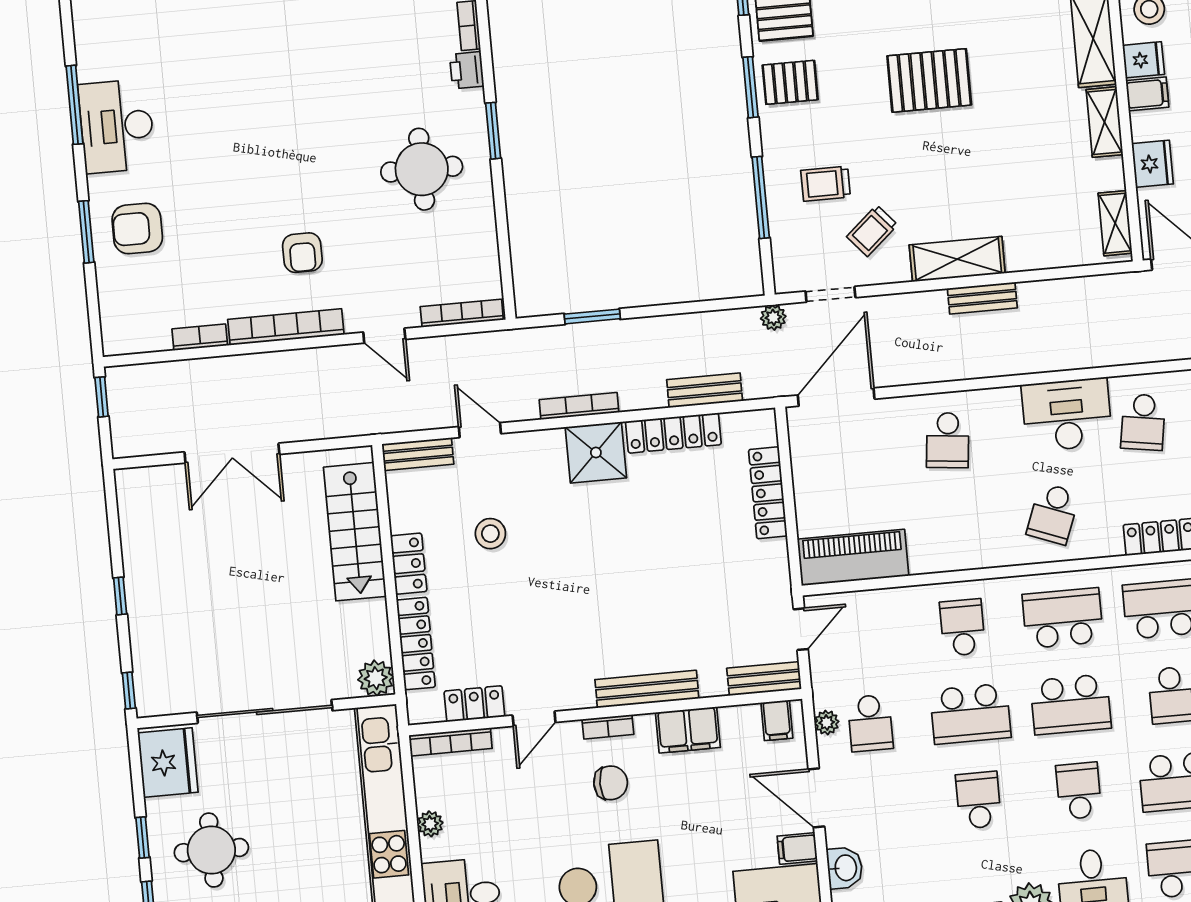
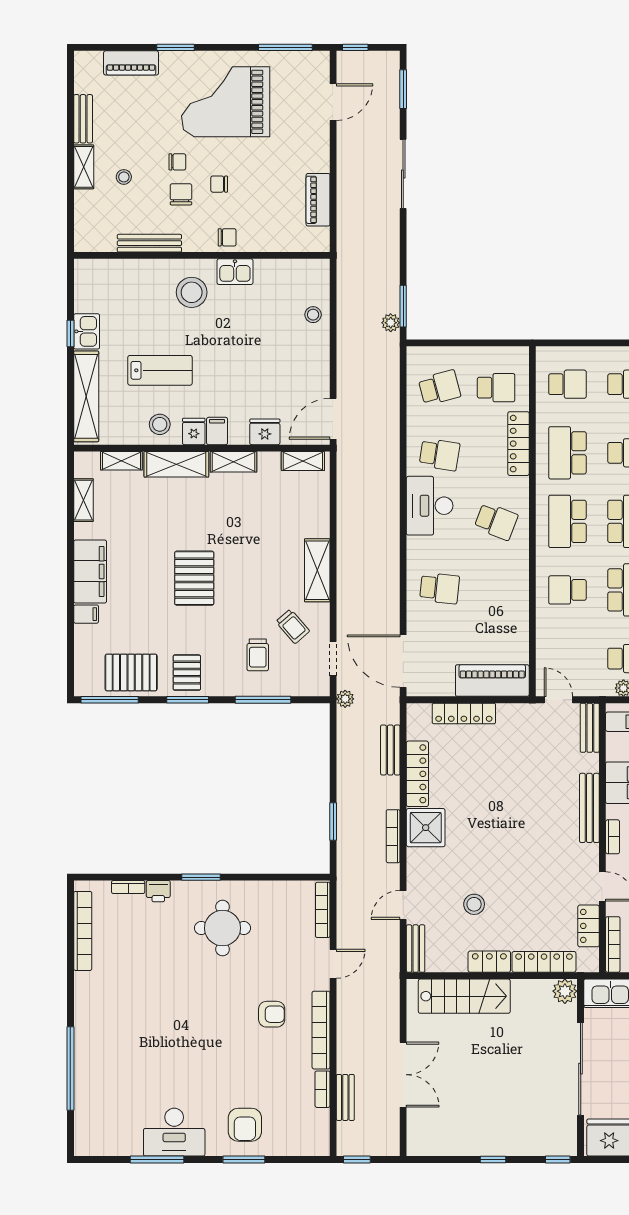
bench: (982, 298) -> (345, 1097), moved
piano: (853, 558) -> (492, 681), moved, turned 90

